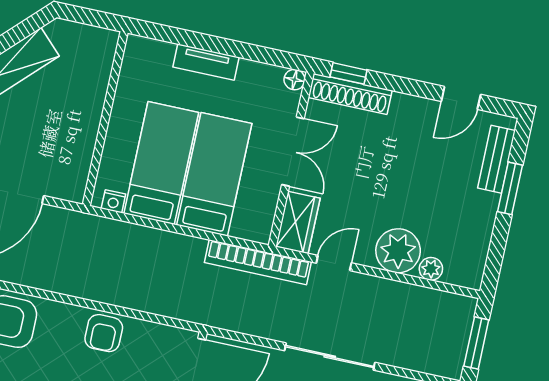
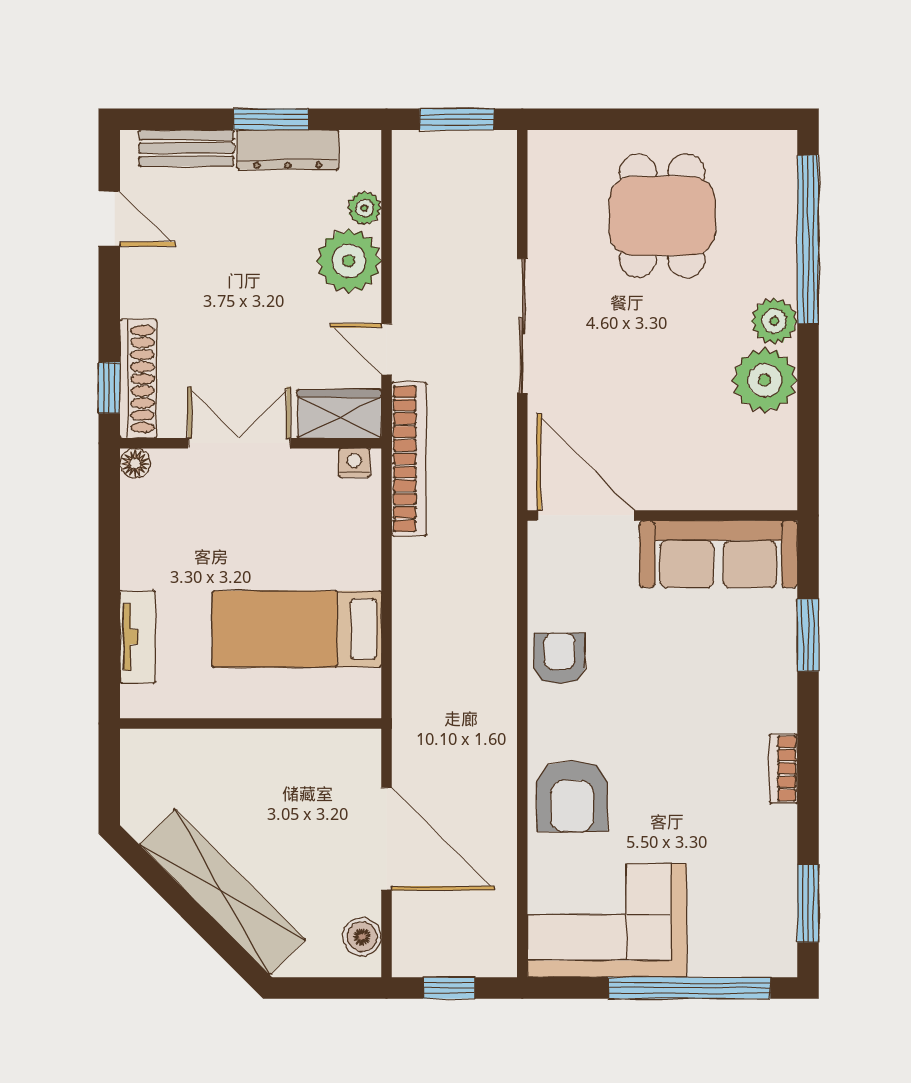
tv unit: (206, 62) -> (137, 637), moved
bed: (214, 174) -> (296, 549), removed
window: (510, 188) -> (271, 119), moved
nightstand: (113, 201) -> (354, 463), moved, turned -90
dresser: (481, 226) -> (288, 150), added
armchair: (104, 333) -> (559, 658), turned -90

